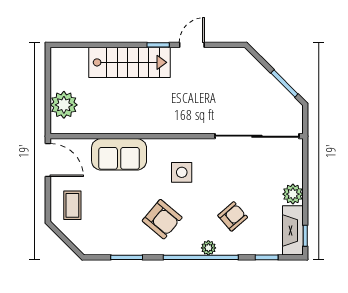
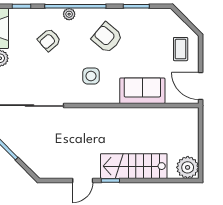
plant: (64, 105) -> (188, 167), moved

